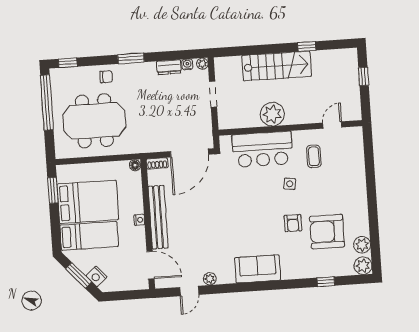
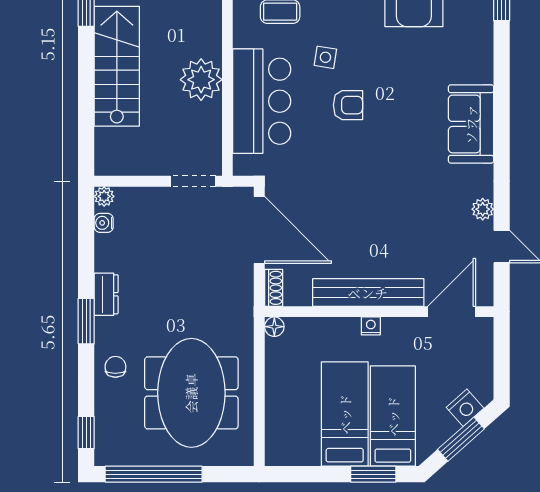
dresser: (169, 67) -> (106, 294), moved
doorway: (213, 94) -> (193, 181), moved
window: (53, 190) -> (373, 474), moved
bed: (88, 202) -> (345, 414), width x0.67
armchair: (293, 223) -> (348, 105), moved

